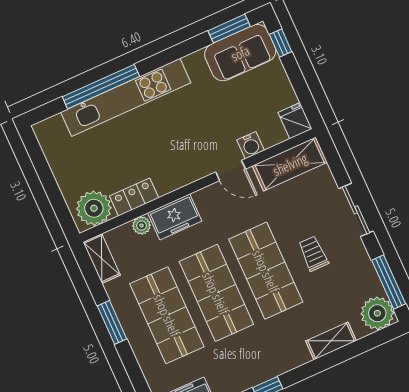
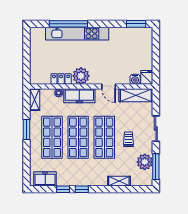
window: (281, 43) -> (156, 40), removed
sofa: (240, 53) -> (136, 37), removed
water cooler: (251, 145) -> (135, 79), moved
plant: (94, 208) -> (81, 76), moved
freezer: (175, 217) -> (79, 96), width x1.40
plant: (377, 313) -> (145, 162), moved

